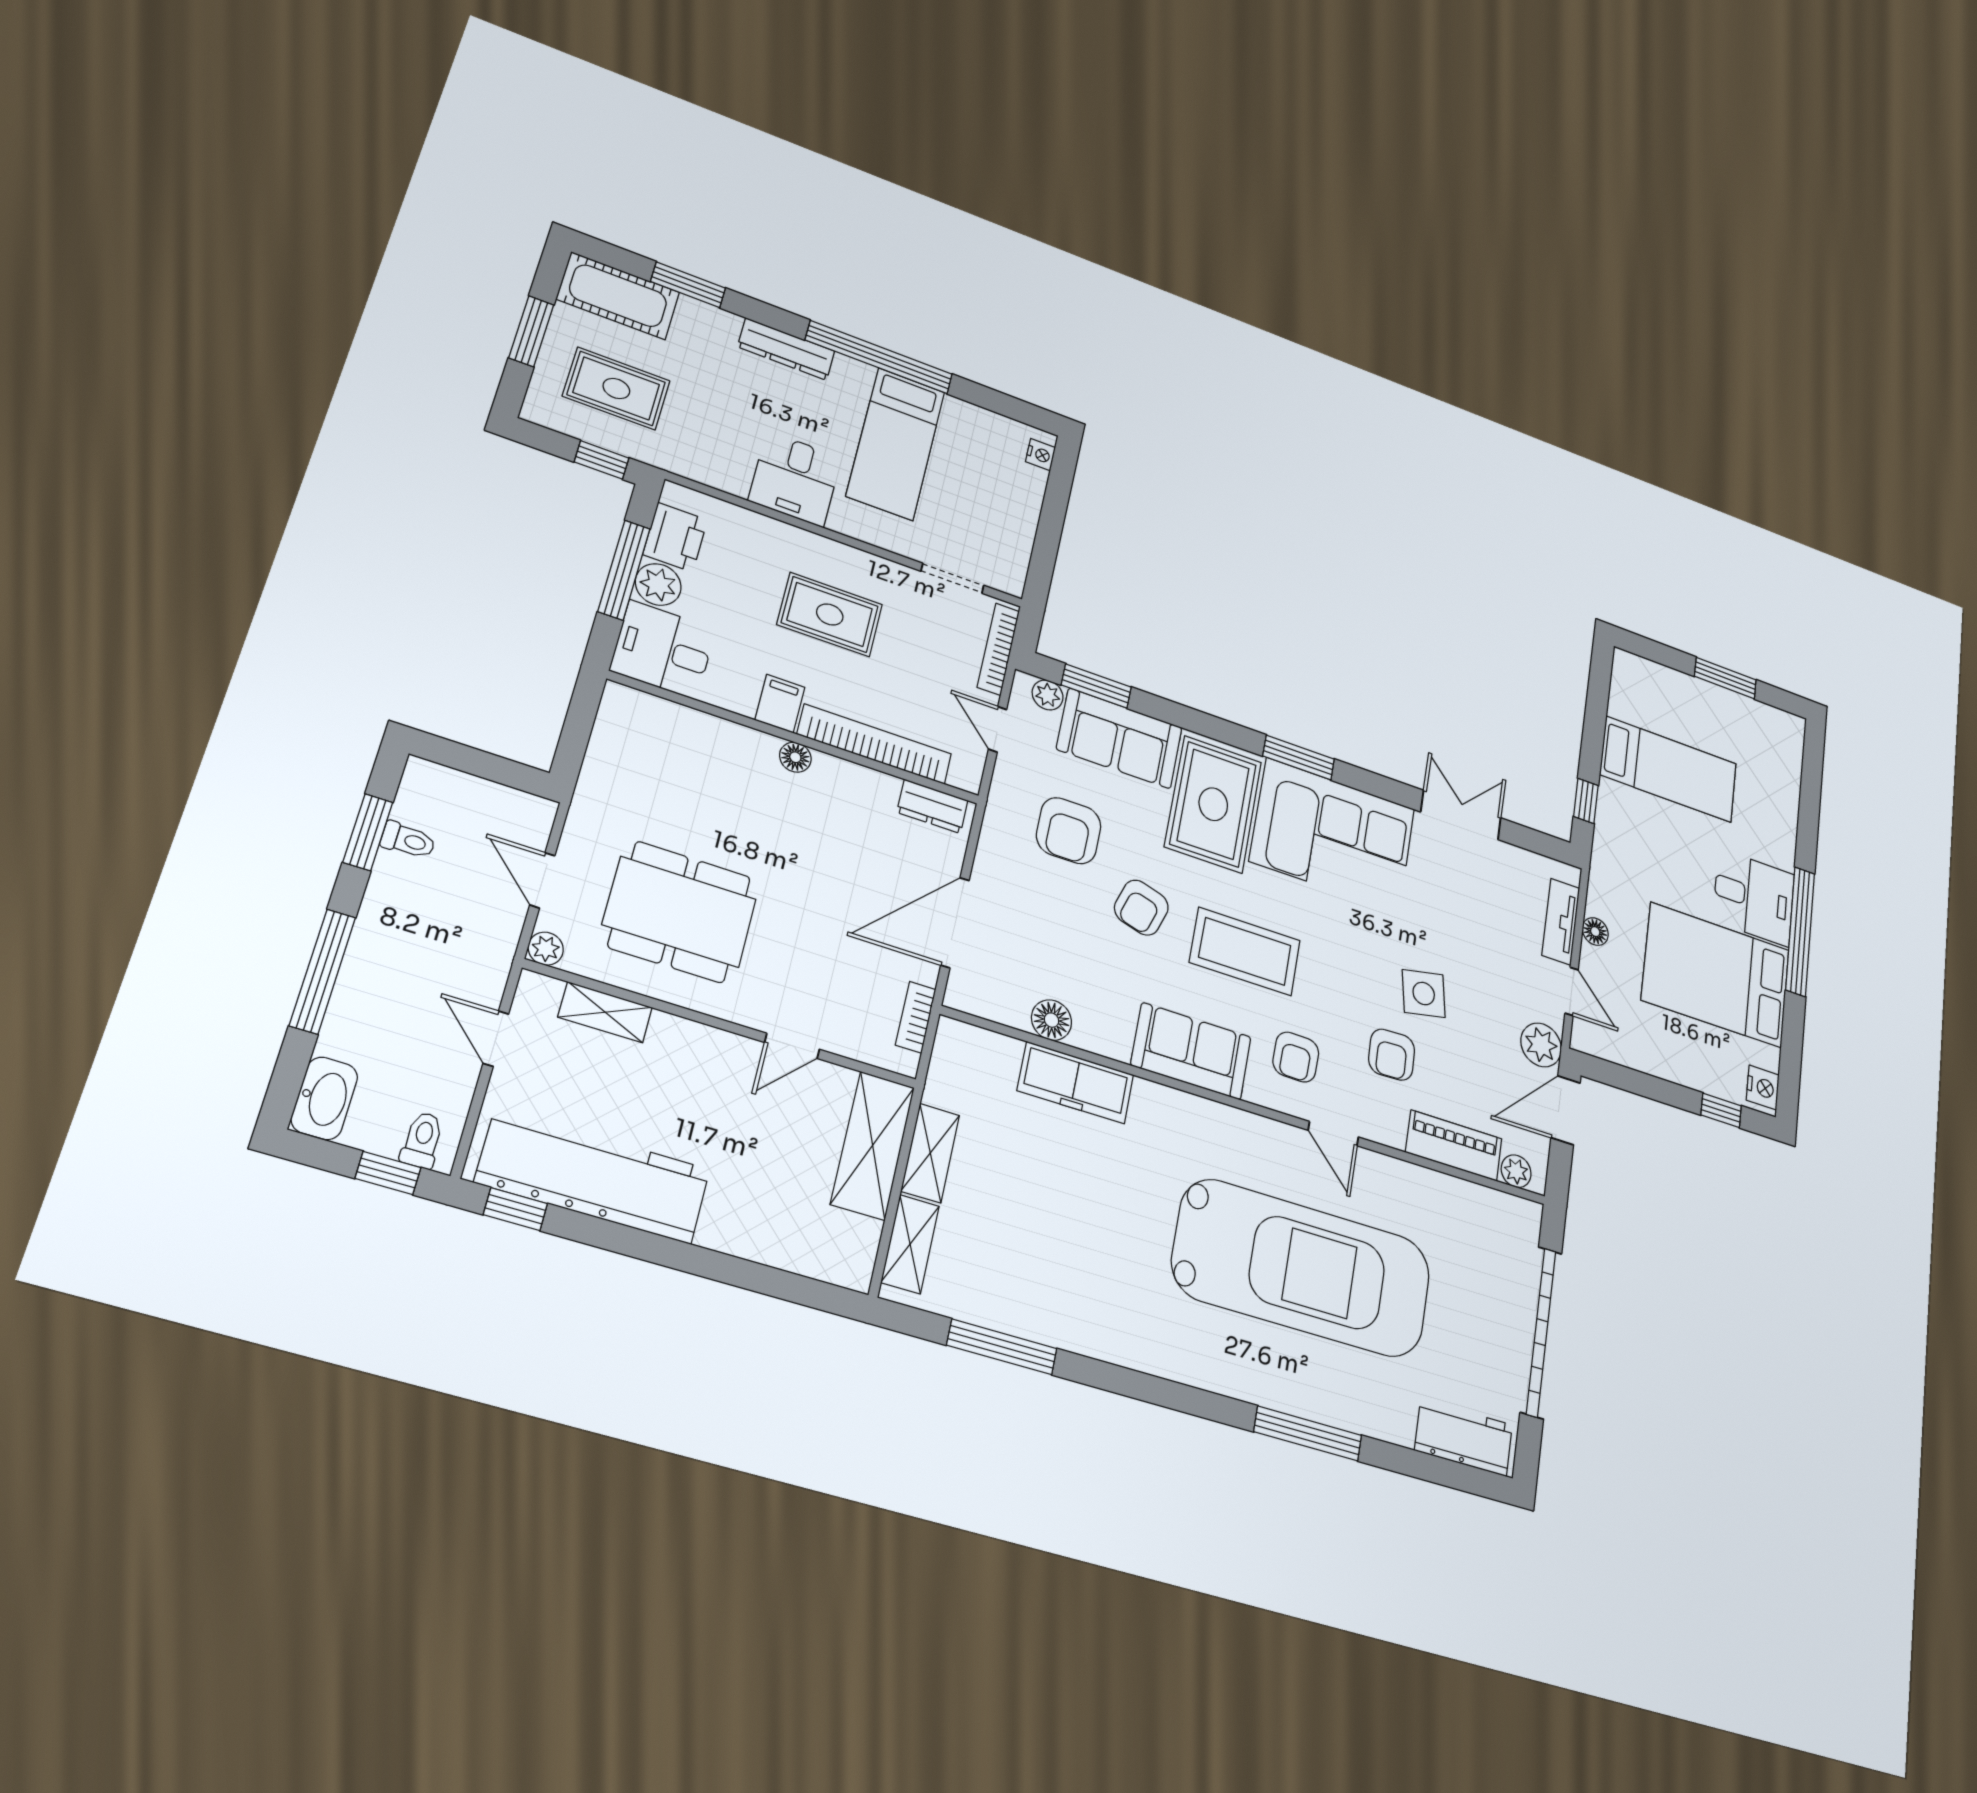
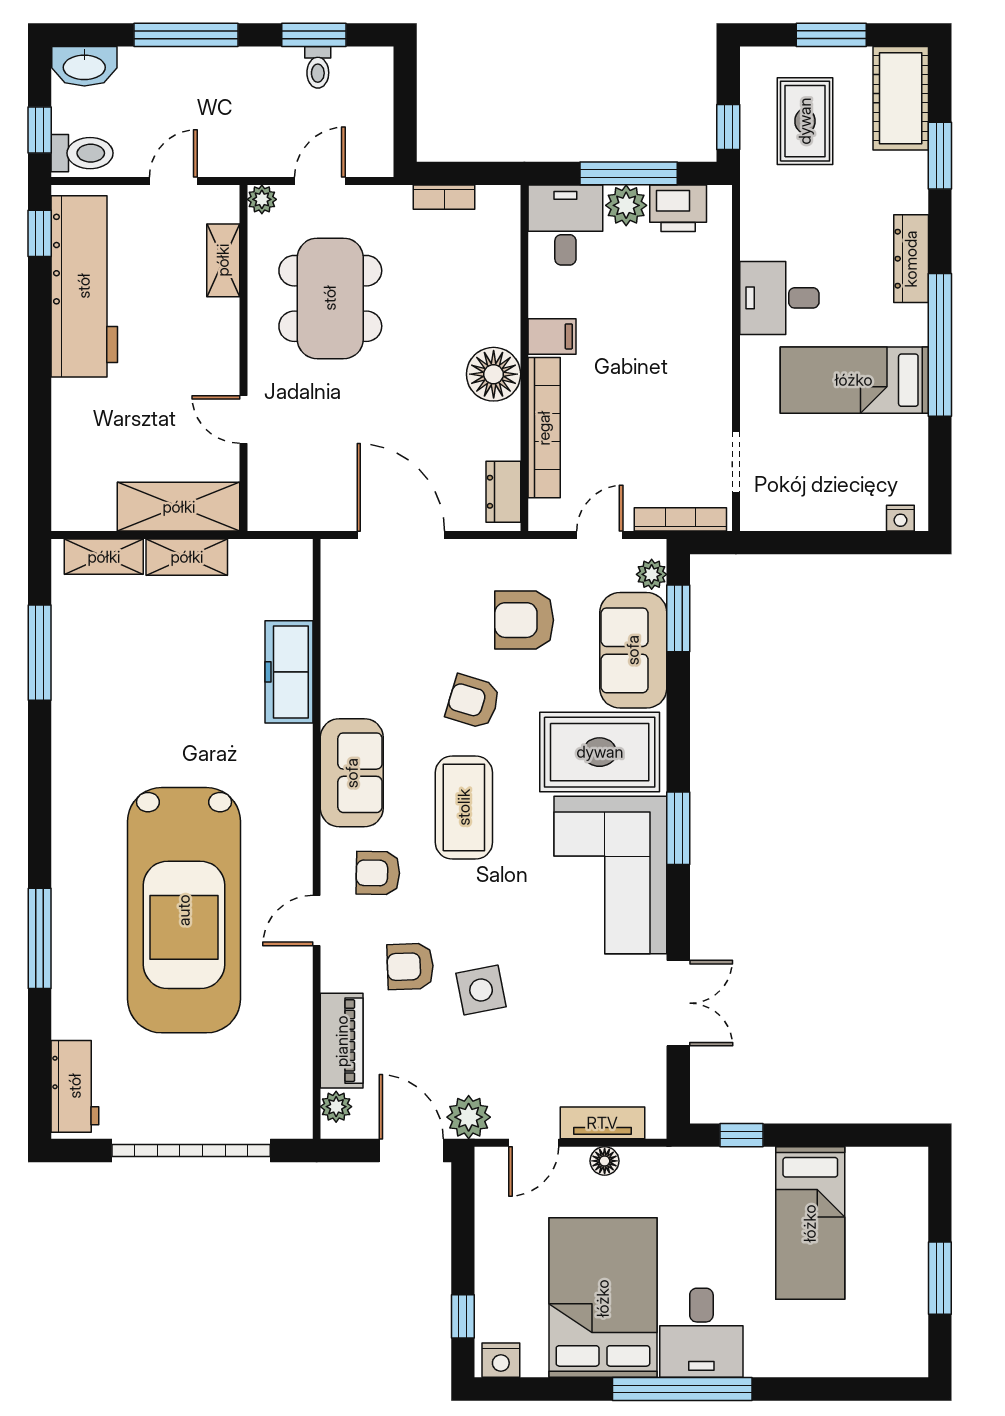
rug: (830, 614) -> (656, 360), removed
floor lamp: (795, 757) -> (494, 374), width x1.89, depth x1.89
bookcase: (916, 1017) -> (444, 197), moved, turned 180
floor lamp: (1052, 1020) -> (339, 639), removed
toilet: (422, 1140) -> (82, 153), width x1.37, depth x1.39

